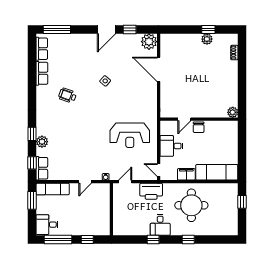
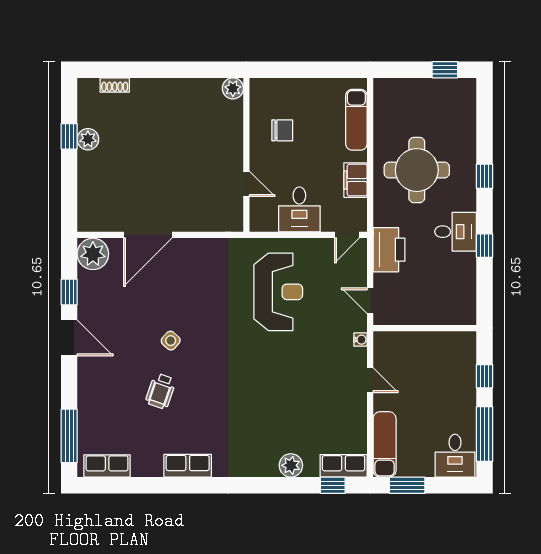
row of seats: (42, 73) -> (188, 466), moved
wheelchair: (67, 95) -> (161, 391), moved
chair: (199, 127) -> (282, 130), moved
window: (32, 134) -> (276, 485), removed
exam couch: (217, 172) -> (356, 120), width x0.73, depth x0.69
window: (242, 202) -> (445, 70), moved

